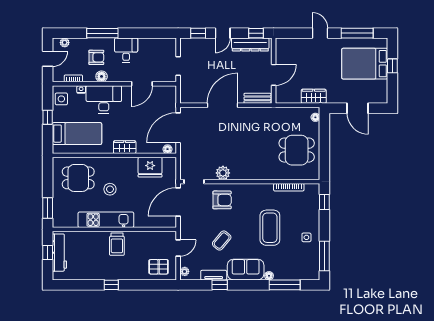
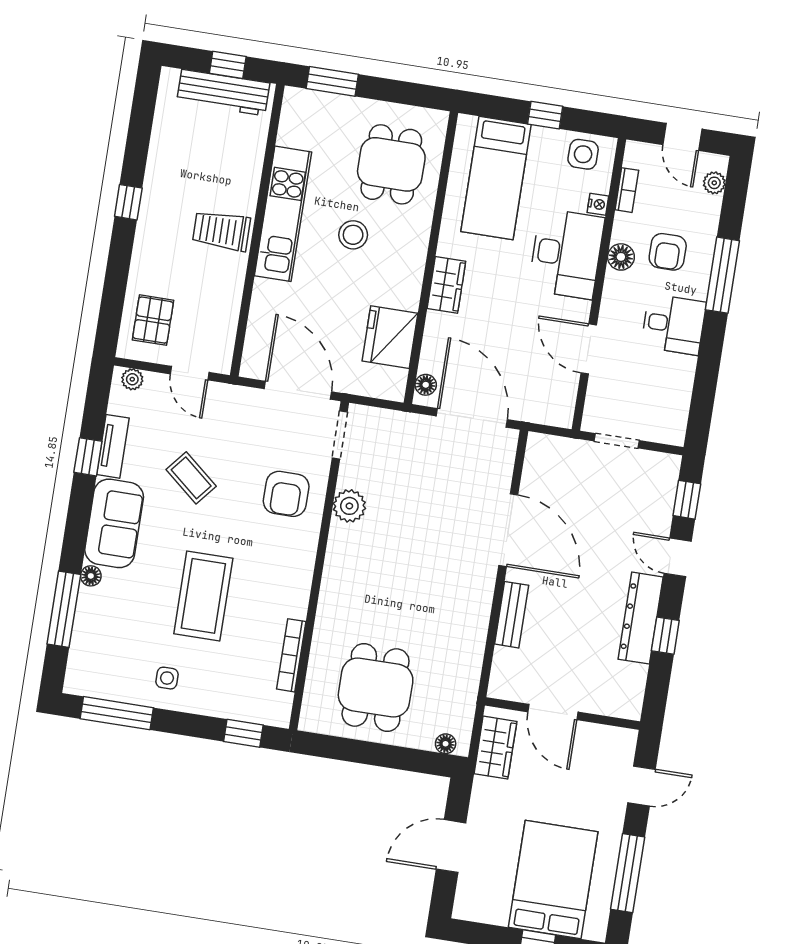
wall: (274, 71) -> (563, 713), moved
door: (274, 75) -> (553, 712), moved
coffee table: (270, 228) -> (203, 596), turned 90

